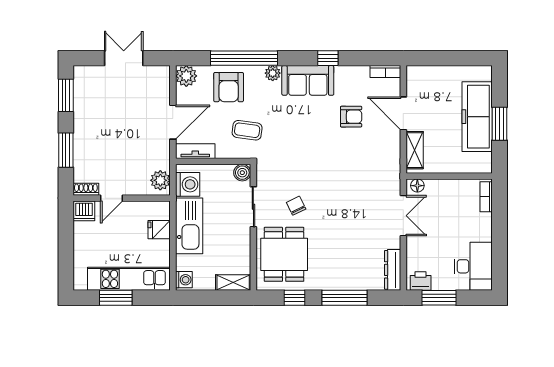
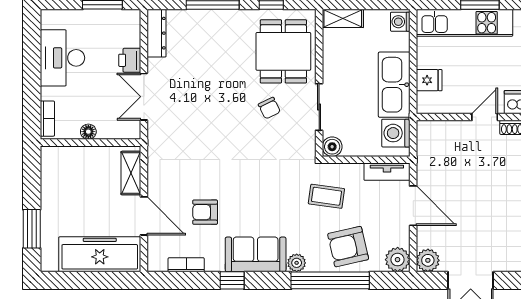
bookcase: (385, 72) -> (186, 265), moved
armchair: (229, 87) -> (348, 247), turned -103
freezer: (477, 117) -> (100, 254), moved, turned -90
door: (173, 122) -> (413, 206), swing flipped
window: (500, 124) -> (32, 229), moved
plant: (160, 180) -> (428, 260), moved
floor lamp: (417, 186) -> (88, 132), moved
desk: (473, 266) -> (62, 58), moved
printer: (421, 281) -> (130, 60), moved, turned 90

